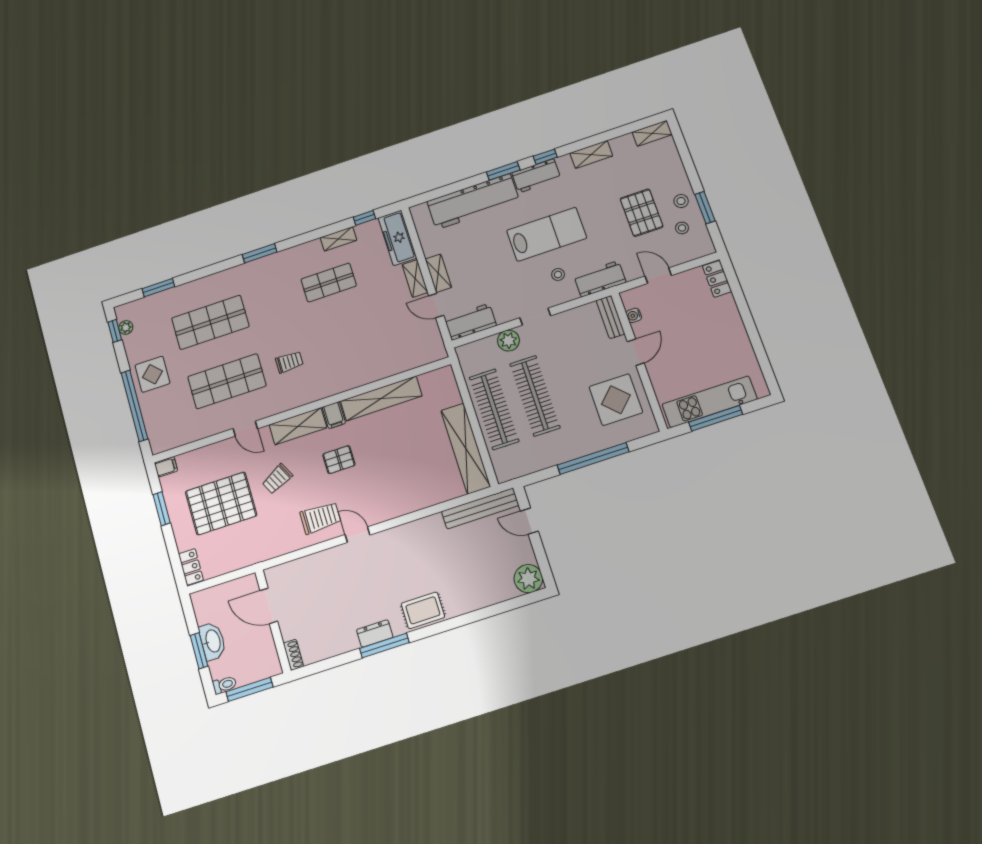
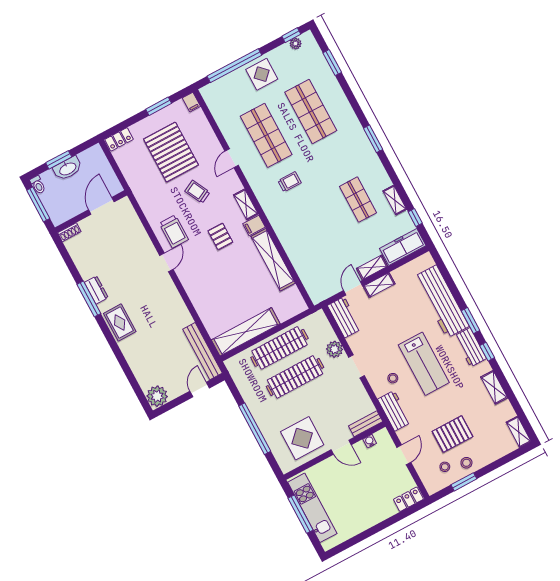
trolley: (289, 362) -> (290, 182), turned -90
shelving: (298, 426) -> (246, 204), width x0.67, depth x0.75

